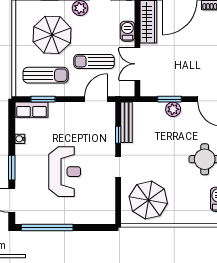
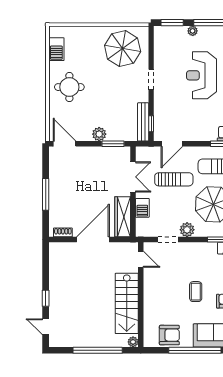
window: (170, 99) -> (113, 144), moved
window: (118, 135) -> (151, 124), moved
plant: (74, 219) -> (193, 31), added
window: (96, 227) -> (172, 23), added

